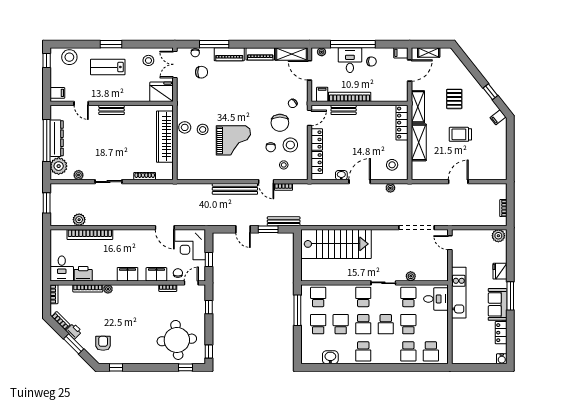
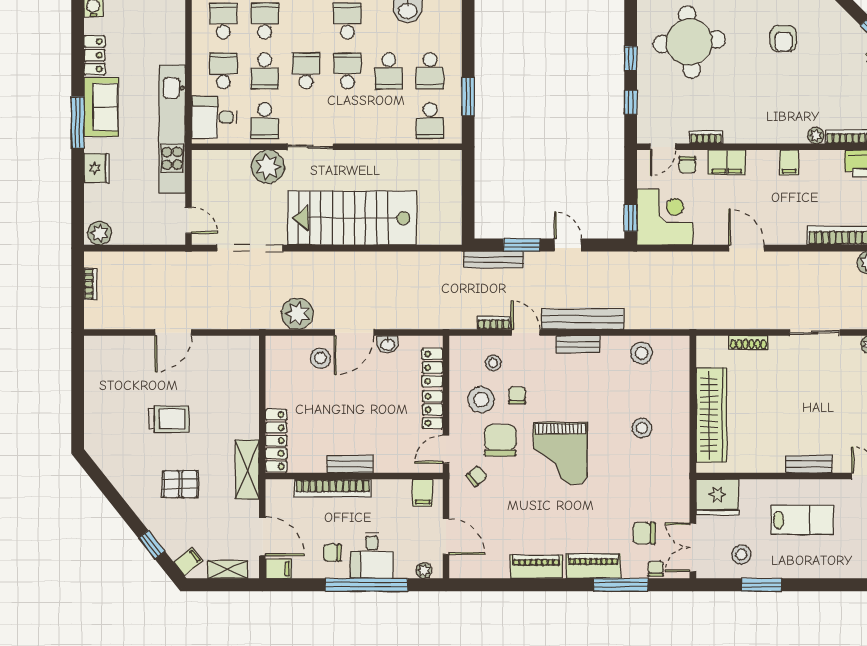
window: (111, 44) -> (761, 585), moved
shelving: (292, 54) -> (479, 567), removed
double door: (175, 64) -> (693, 547), swing flipped
lab bench: (108, 67) -> (802, 520), moved
door: (410, 70) -> (262, 536), swing flipped
window: (490, 92) -> (152, 545), moved
bookcase: (350, 97) -> (333, 488), moved
pallet: (454, 99) -> (180, 484), turned 90
bench: (344, 110) -> (350, 464), moved
filing cabinet: (498, 117) -> (188, 561), moved
stool: (185, 127) -> (641, 353), moved
grand piano: (233, 140) -> (560, 454), moved, turned -90
shelving: (419, 142) -> (246, 404), removed
stool: (392, 165) -> (320, 358), moved
bench: (238, 175) -> (578, 344), added
plant: (390, 188) -> (297, 314), width x1.88, depth x1.88
door: (165, 228) -> (746, 248), moved
stairs: (336, 244) -> (352, 218), moved
window: (209, 259) -> (631, 218), moved
filing cabinet: (128, 274) -> (789, 162), width x0.50
plant: (411, 276) -> (268, 167), width x1.88, depth x1.88
kitchen unit: (459, 293) -> (172, 129), width x1.36
school desk: (363, 297) -> (223, 71), moved, turned 180
window: (297, 310) -> (468, 96), width x0.69
armchair: (103, 343) -> (783, 39), moved
window: (209, 351) -> (631, 58), moved

